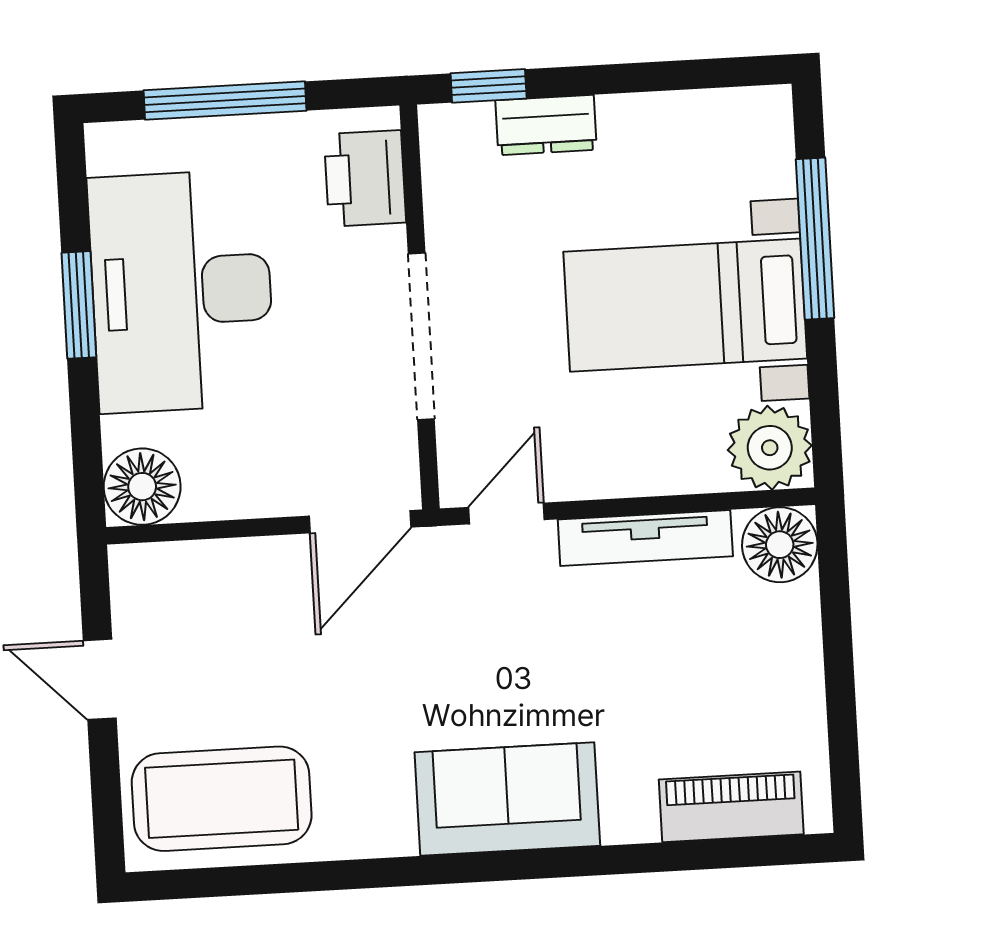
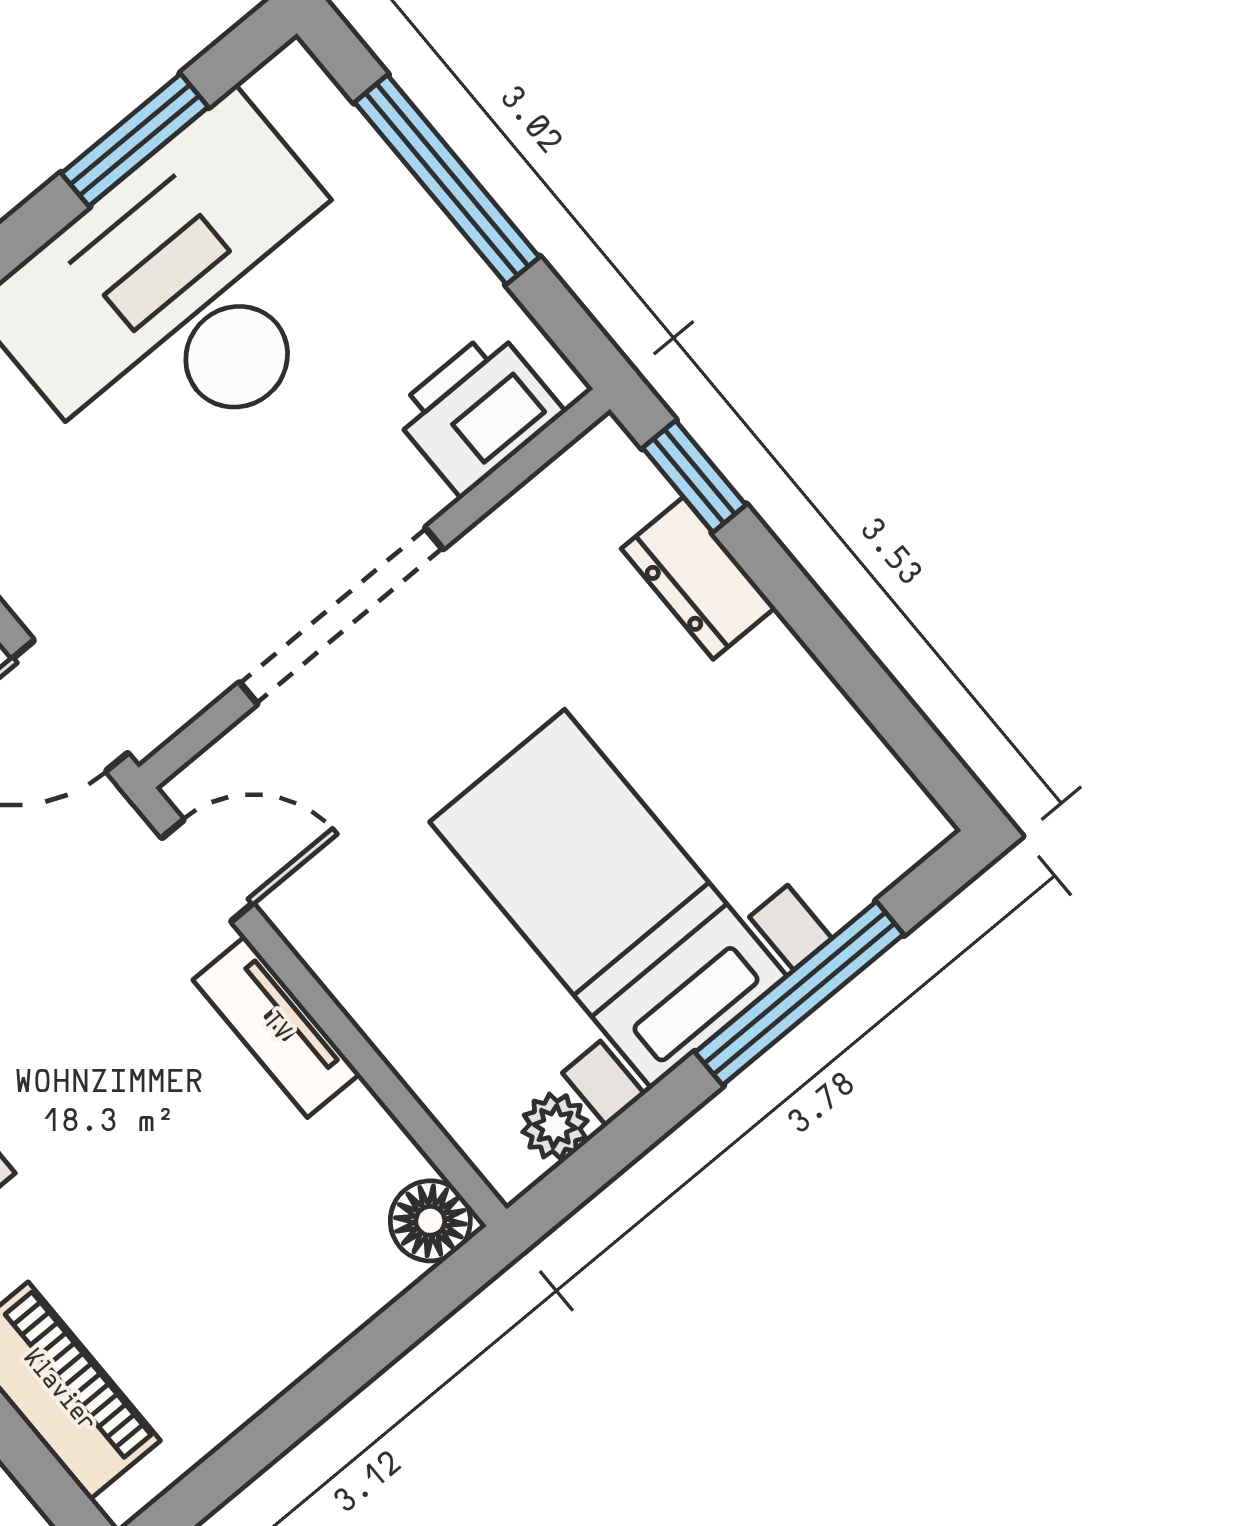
window: (79, 305) -> (135, 140), moved
plant: (770, 448) -> (555, 1126), width x0.53, depth x0.53
tv unit: (645, 538) -> (276, 1027), width x0.71
floor lamp: (780, 545) -> (430, 1221), width x0.73, depth x0.73

